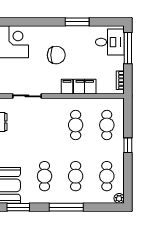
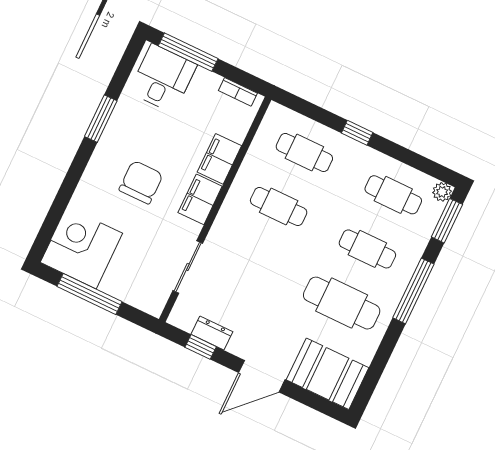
filing cabinet: (67, 87) -> (200, 199), width x2.00
cafe table: (45, 176) -> (342, 303), width x1.37, depth x1.35
window: (18, 207) -> (447, 221), moved

